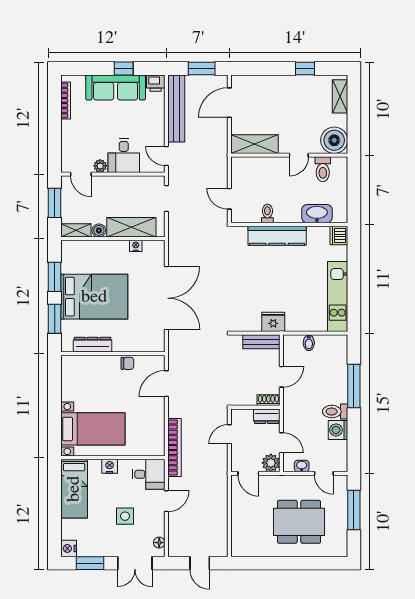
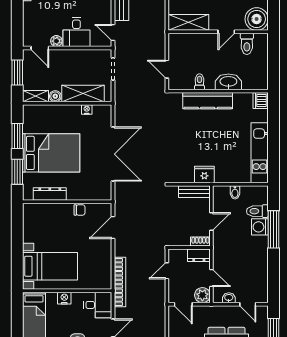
washbasin: (317, 214) -> (228, 82), moved
toilet: (335, 412) -> (257, 211), moved
washing machine: (338, 430) -> (260, 227), moved

